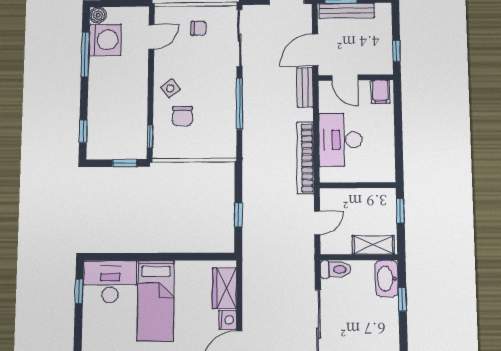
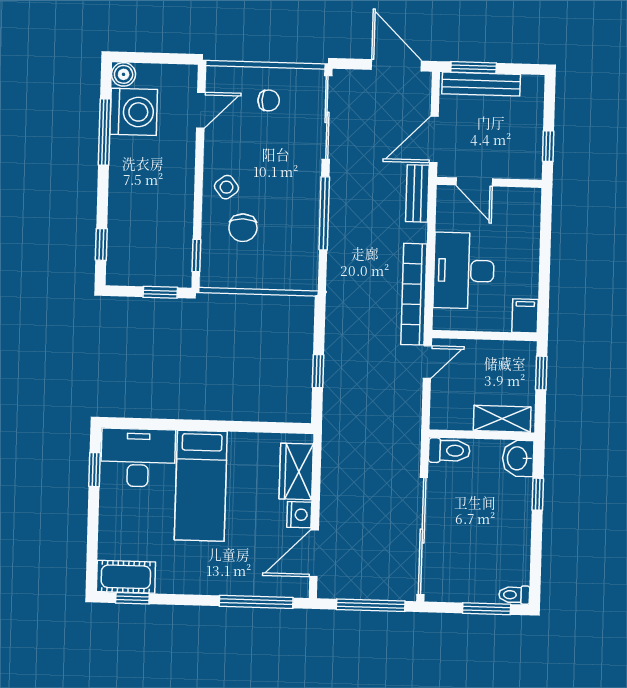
filing cabinet: (380, 92) -> (525, 316), moved, turned 180
door: (317, 223) -> (427, 362), moved
washbasin: (387, 279) -> (518, 458), width x0.72

